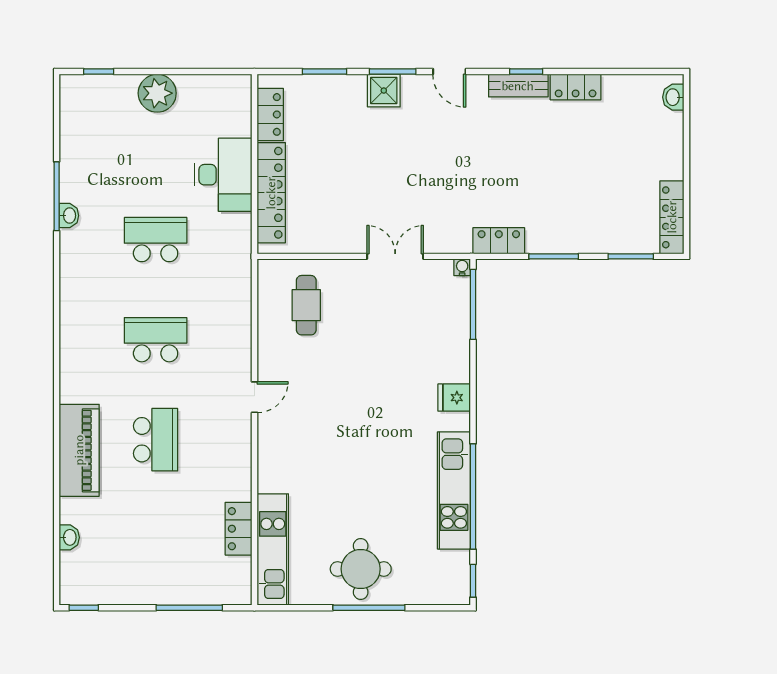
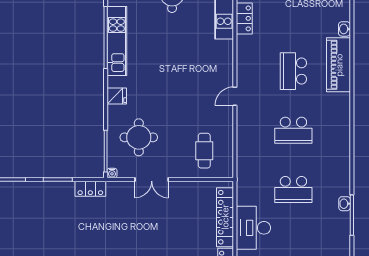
round table: (417, 328) -> (139, 137), added
washbasin: (69, 537) -> (344, 29), moved

